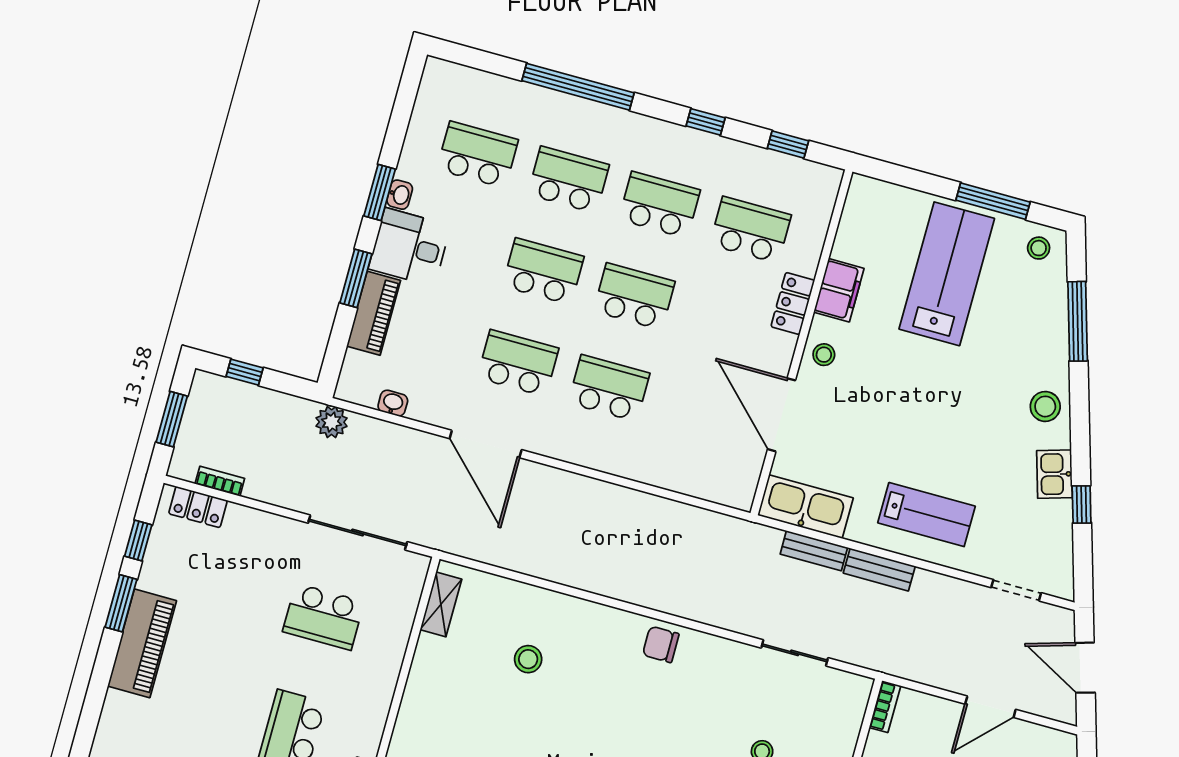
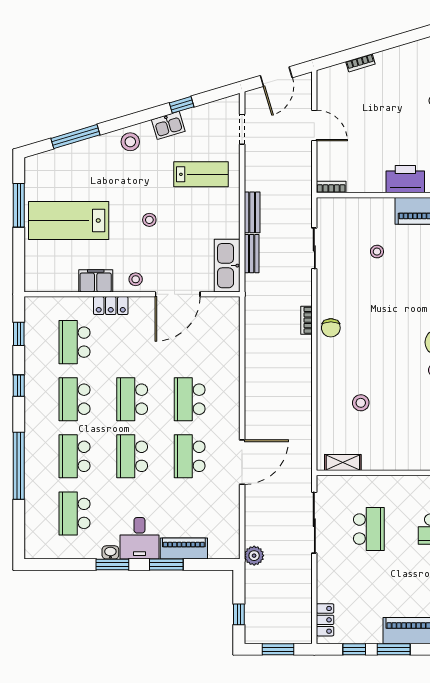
stool: (1039, 248) -> (149, 220), moved
washbasin: (393, 403) -> (233, 523), removed
bookcase: (220, 481) -> (306, 320), moved
lab bench: (927, 515) -> (201, 174), moved, turned 90

